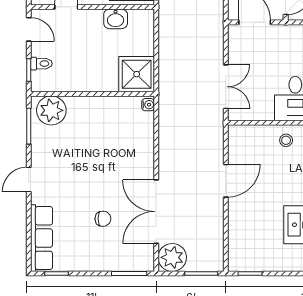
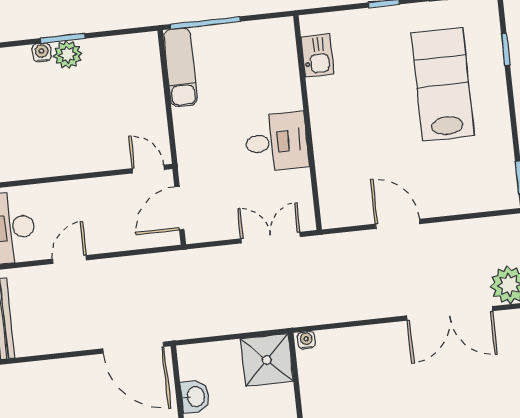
stool: (286, 140) -> (334, 148), removed
chair: (103, 219) -> (467, 384), removed

